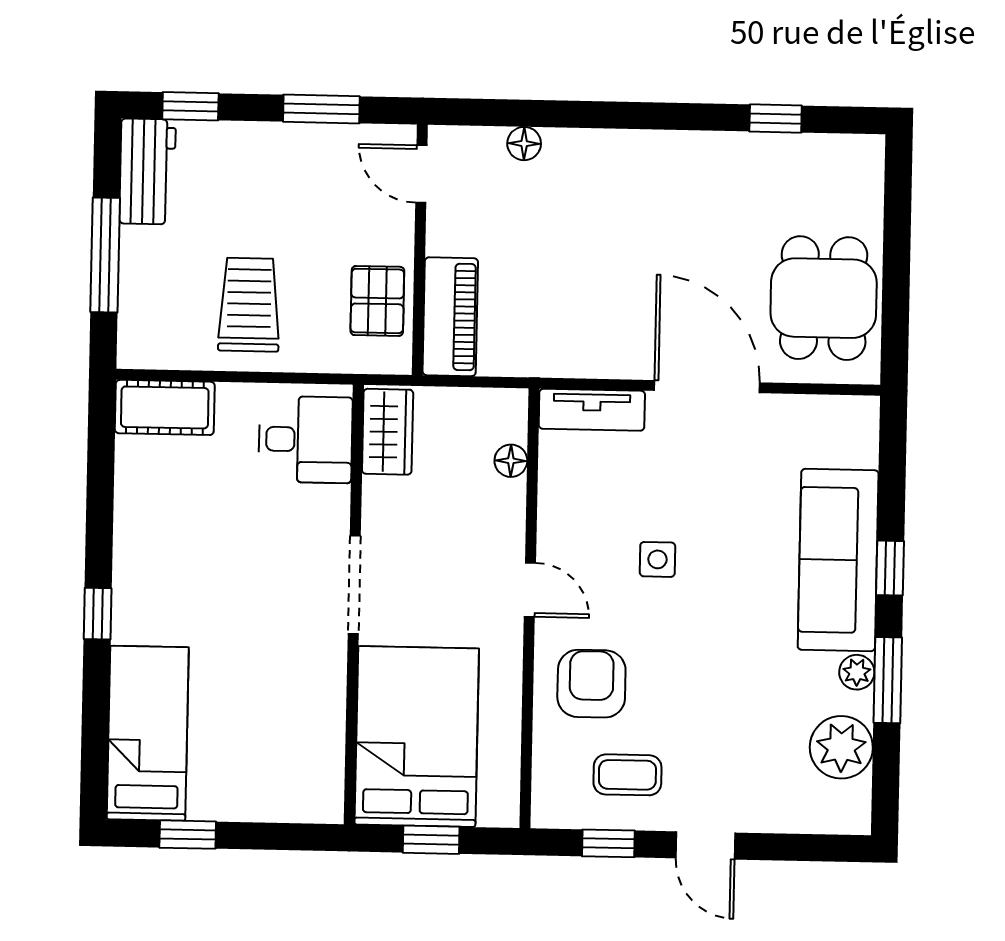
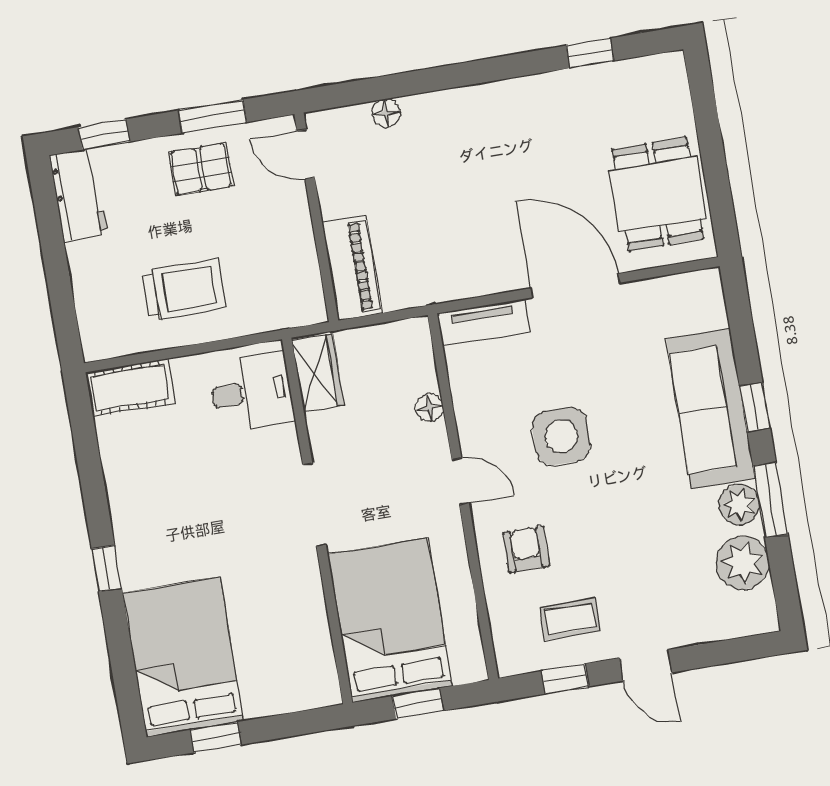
window: (105, 255) -> (57, 271), removed
pallet: (377, 301) -> (201, 169), moved, turned 90
trolley: (249, 305) -> (184, 289), turned 90
floor lamp: (511, 461) -> (430, 408), moved
side table: (657, 559) -> (561, 436), width x1.87, depth x1.87
plant: (857, 672) -> (739, 505), width x1.38, depth x1.38
armchair: (591, 684) -> (526, 549), width x0.72, depth x0.72
bed: (148, 733) -> (183, 657), width x1.50

